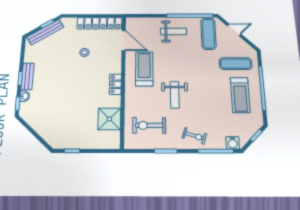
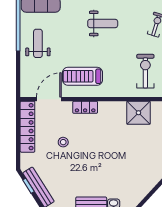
locker: (115, 84) -> (85, 107), moved
weight bench: (175, 95) -> (103, 23), moved
exercise bike: (149, 125) -> (145, 71), turned 180

